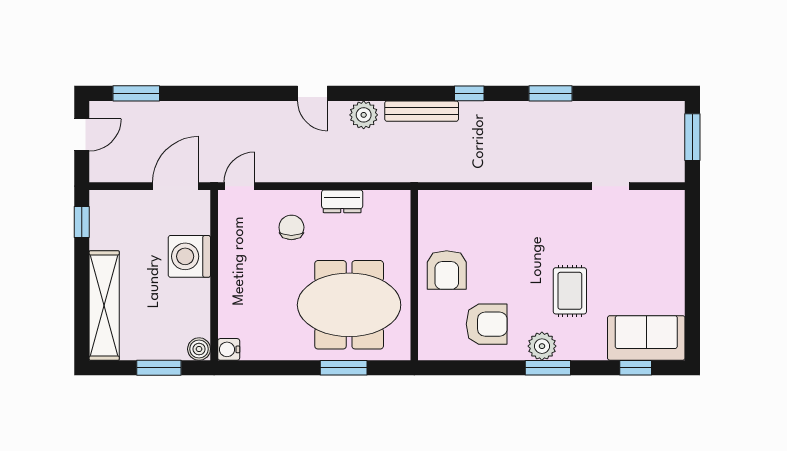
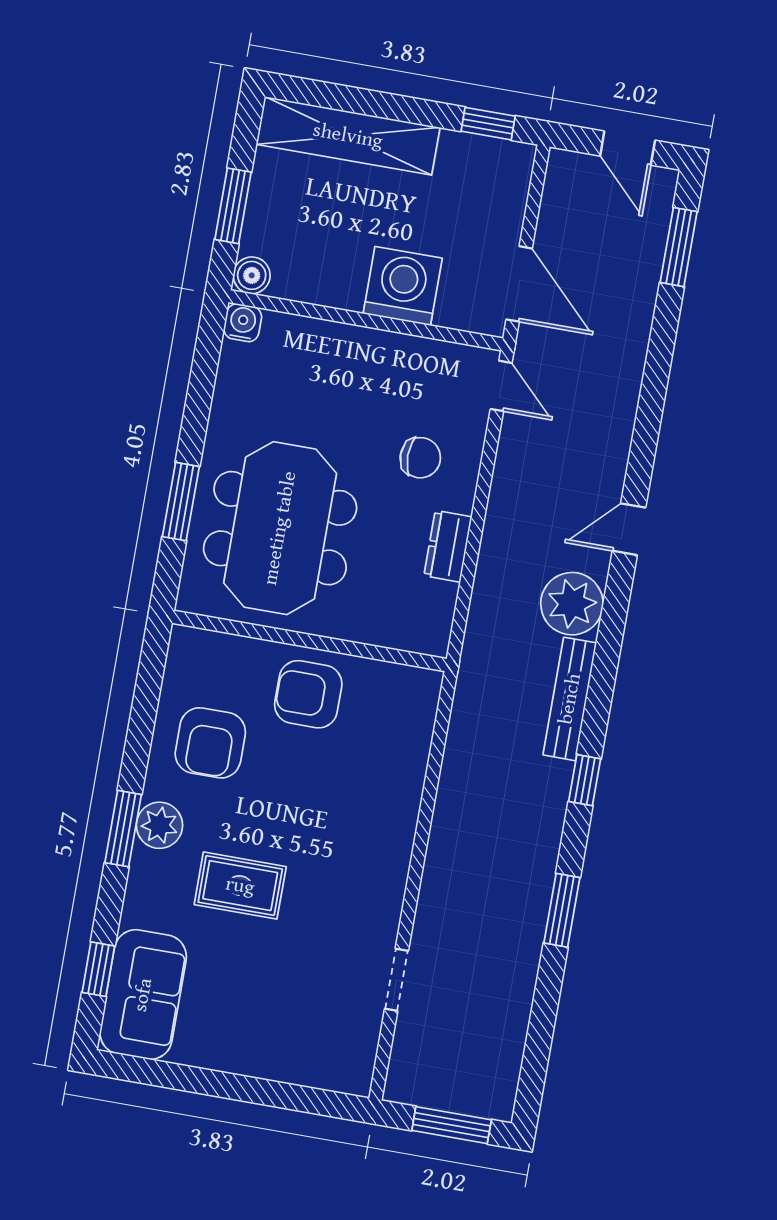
plant: (364, 115) -> (572, 604), width x1.36, depth x1.36

